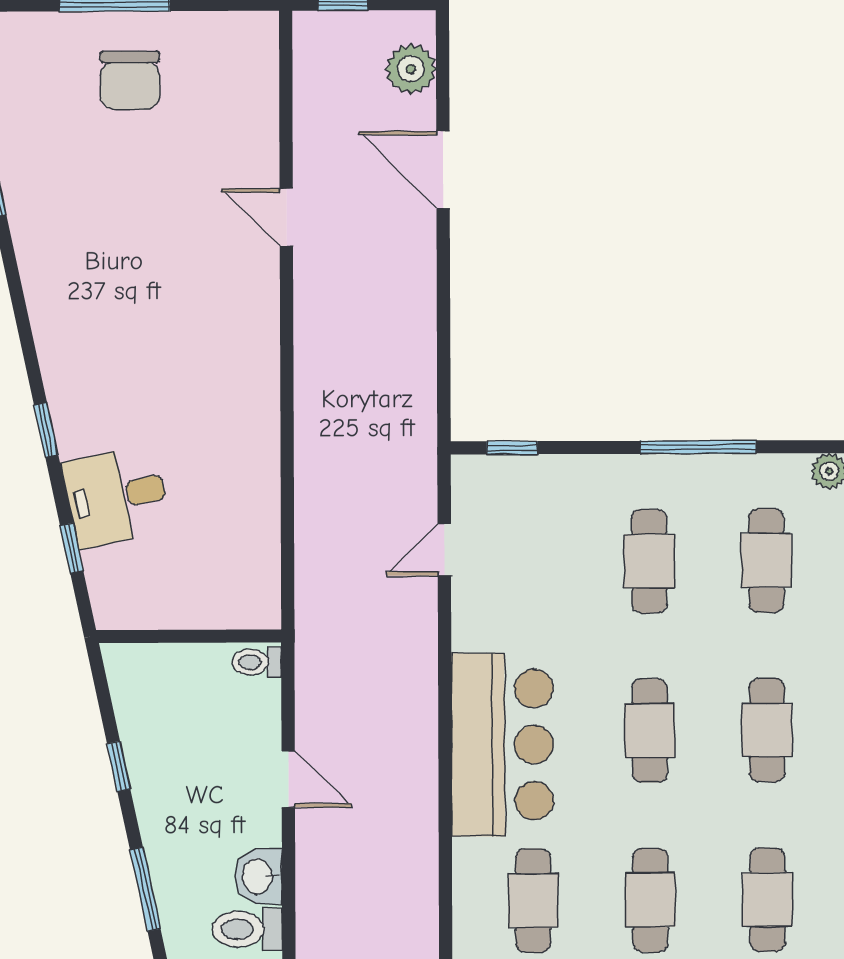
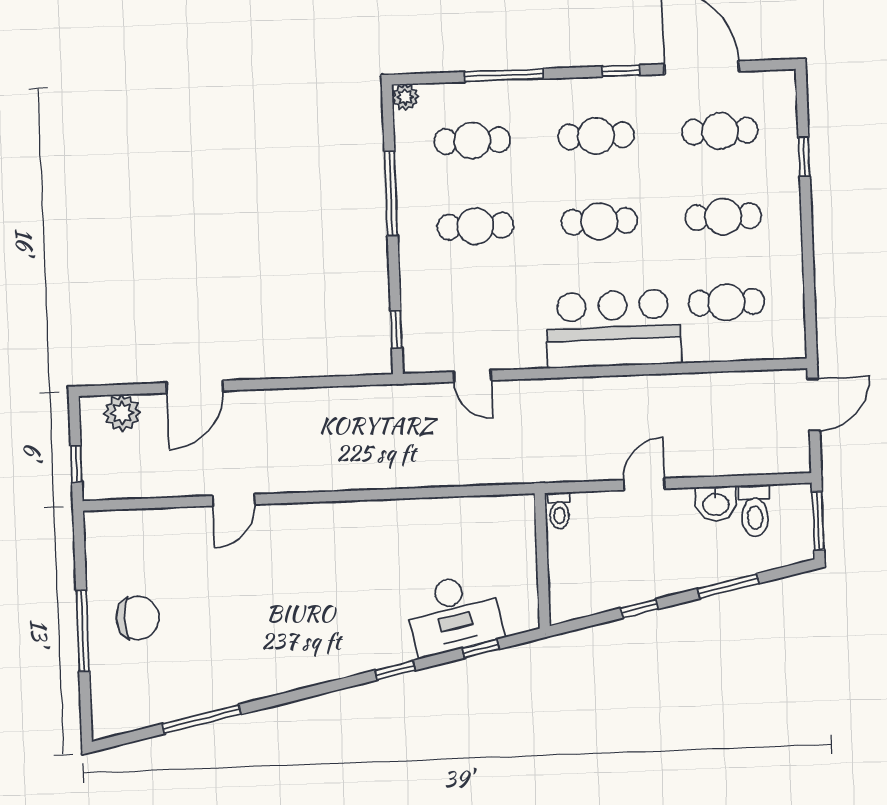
desk: (116, 497) -> (454, 614), width x1.37

